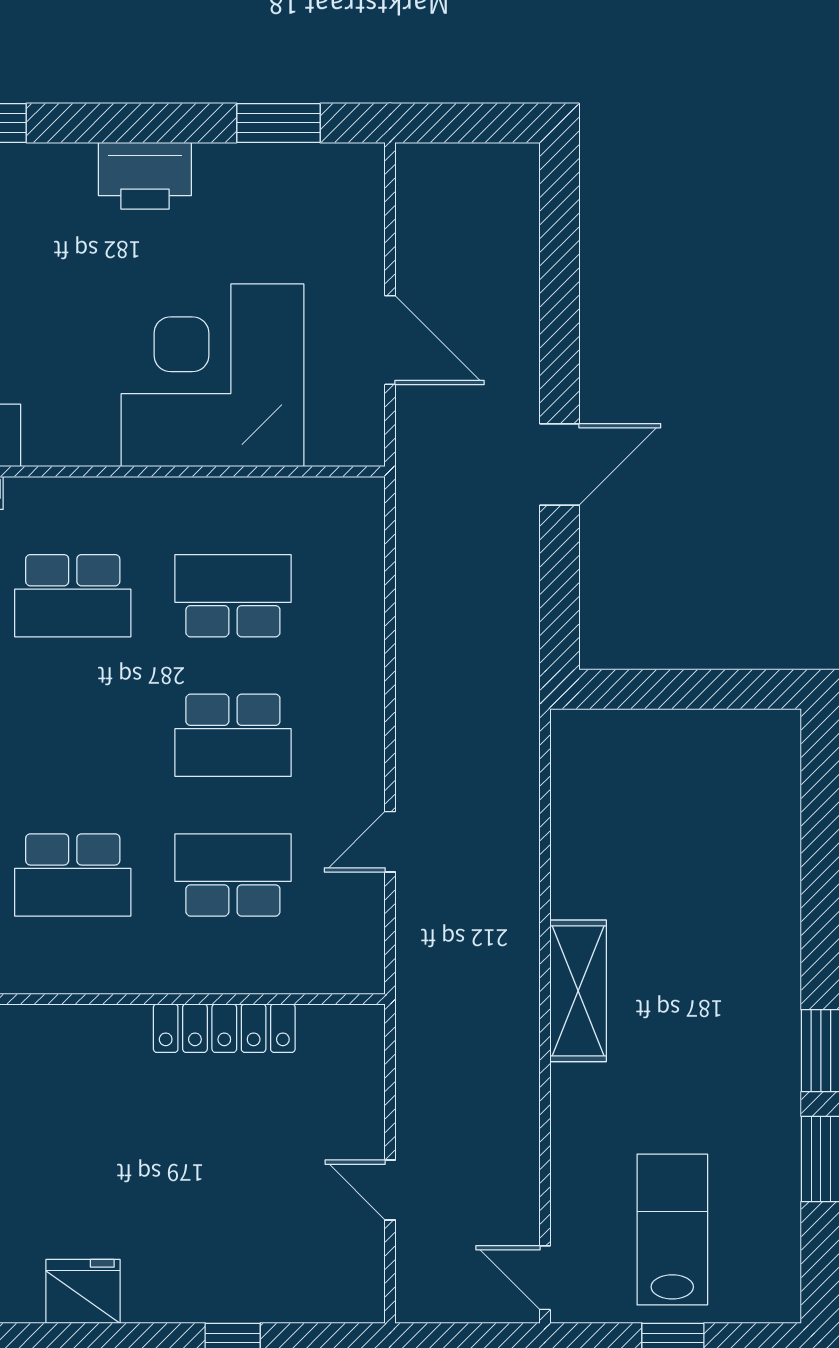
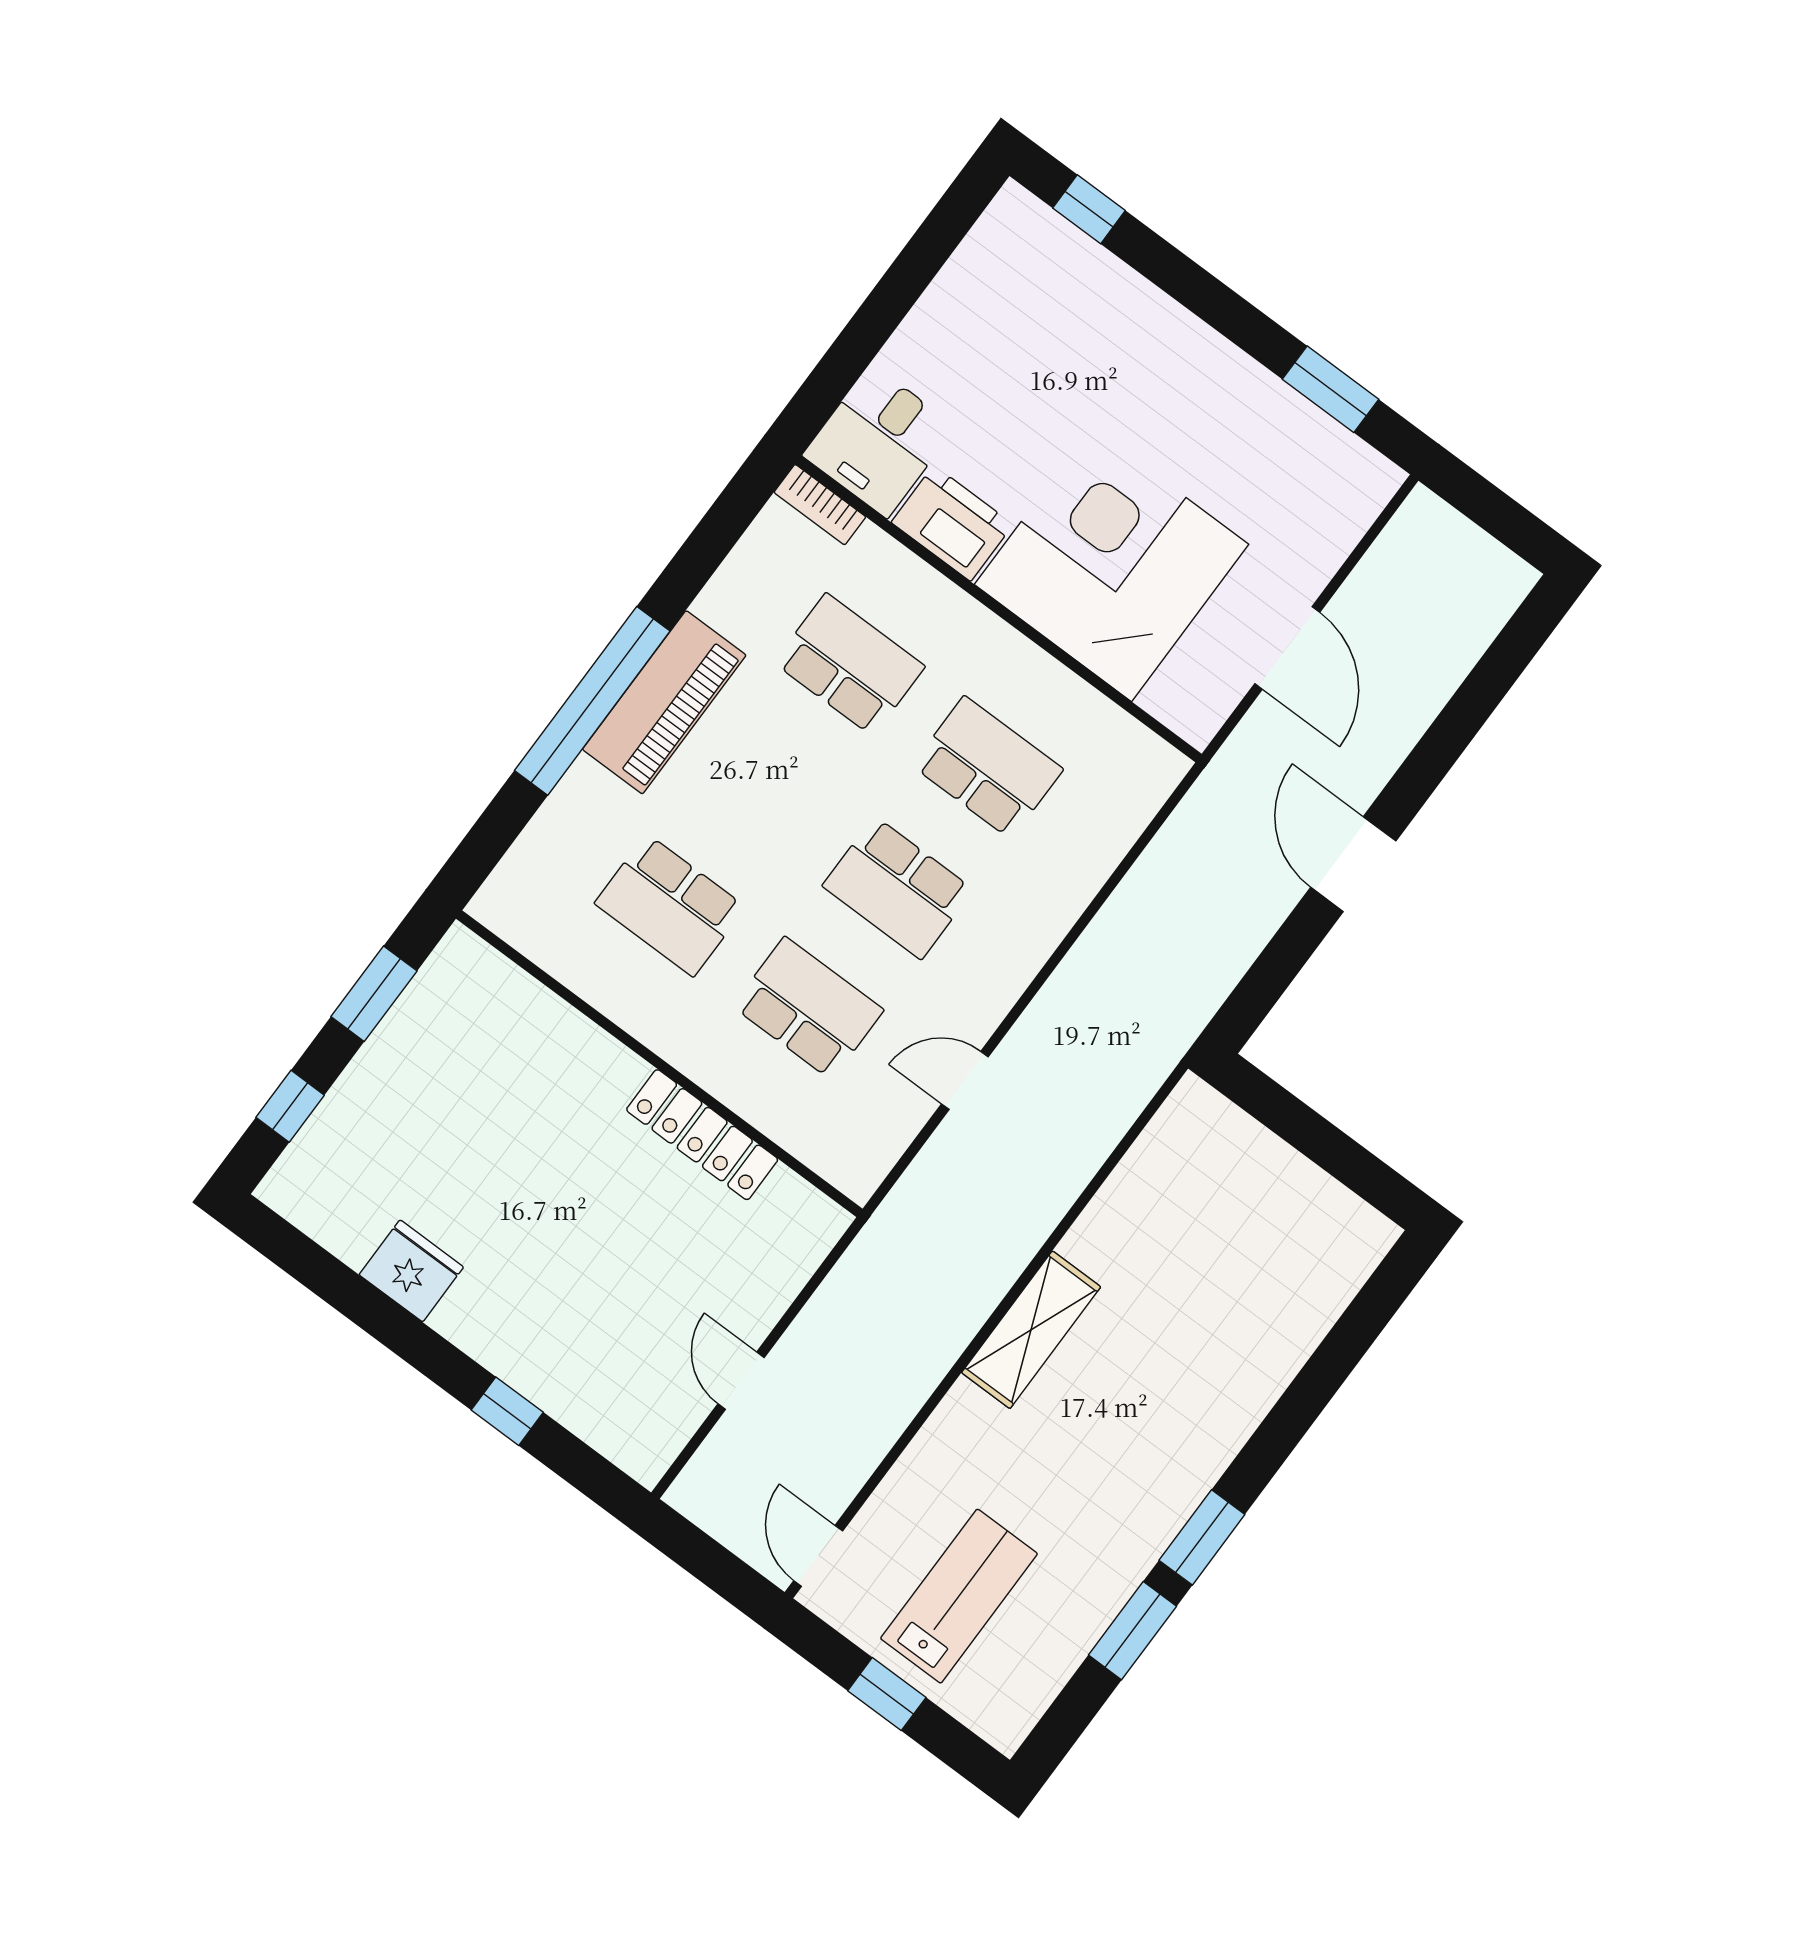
printer: (145, 176) -> (952, 523), moved, turned 180
door: (559, 464) -> (1353, 864), swing flipped
school desk: (73, 596) -> (849, 664), turned 180

